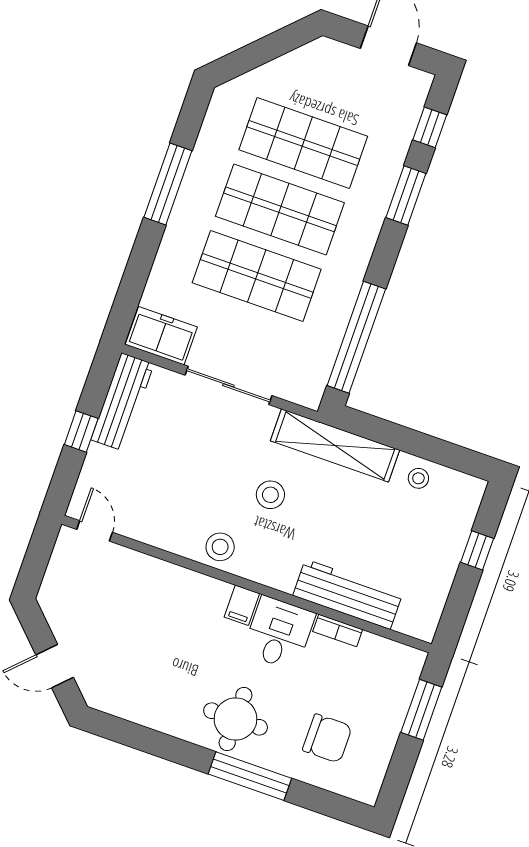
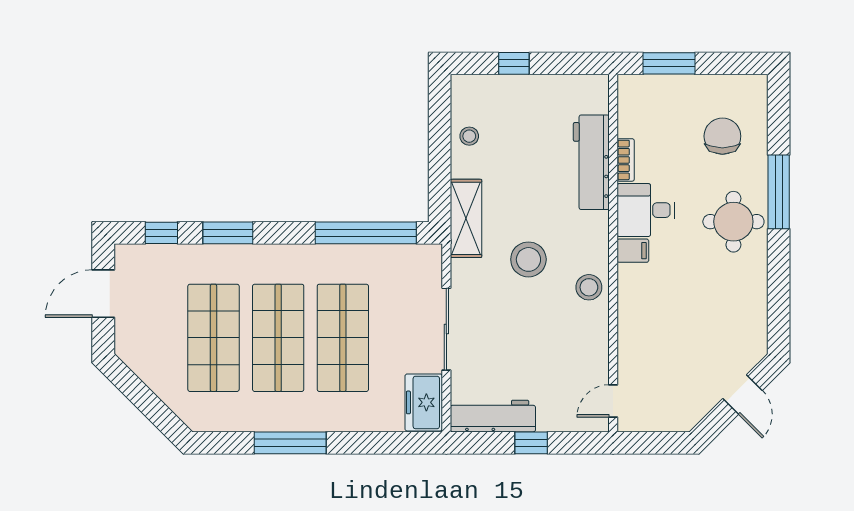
shelving: (335, 445) -> (466, 218), width x0.68
stool: (270, 495) -> (528, 259), width x1.38, depth x1.38

